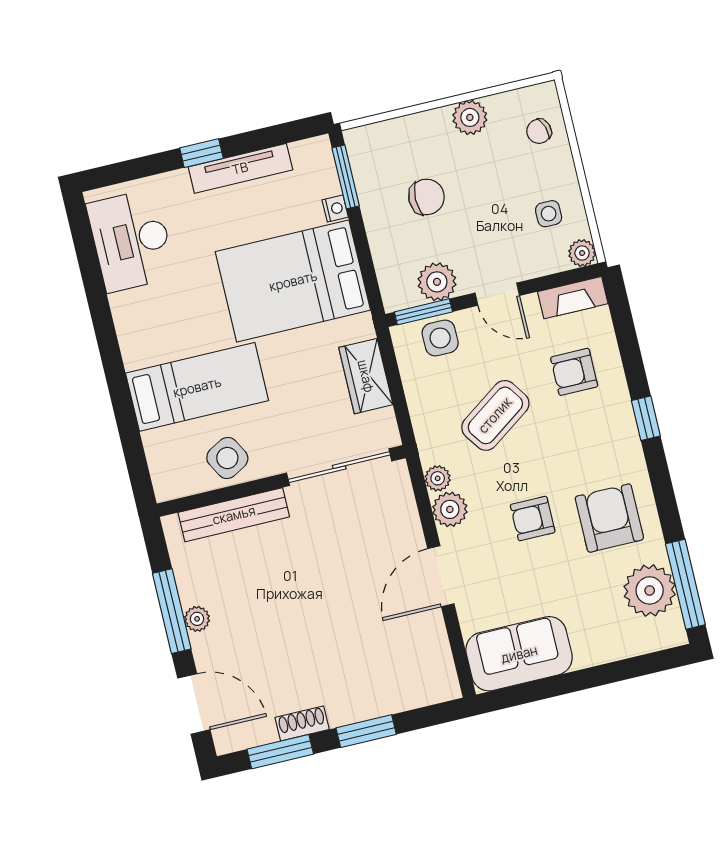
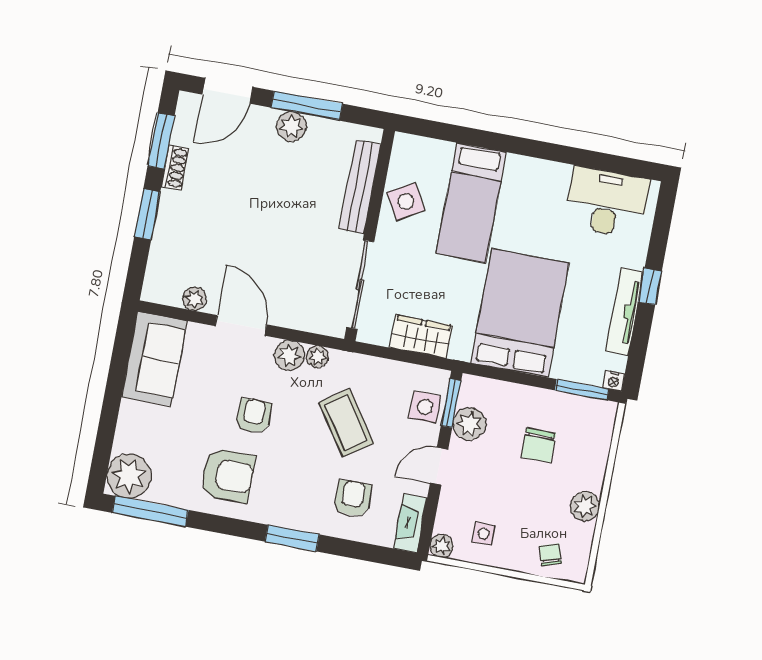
nightstand: (335, 209) -> (614, 381), moved
window: (646, 418) -> (292, 538), width x1.50
plant: (650, 590) -> (129, 476), moved
plant: (197, 619) -> (291, 126), width x1.38, depth x1.38
plant: (435, 639) -> (194, 299), added

